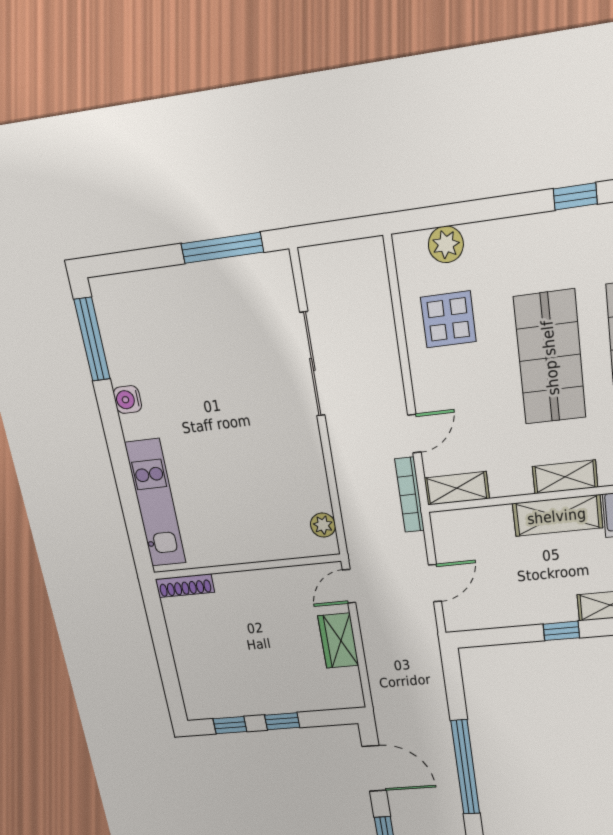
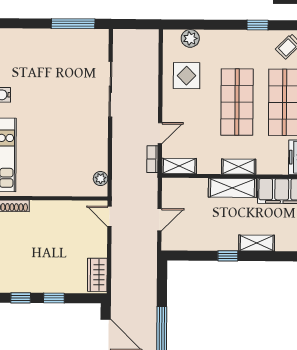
bookcase: (410, 495) -> (152, 159), width x0.64
door: (349, 586) -> (109, 216), hinge flipped
wardrobe: (338, 641) -> (97, 275), moved

